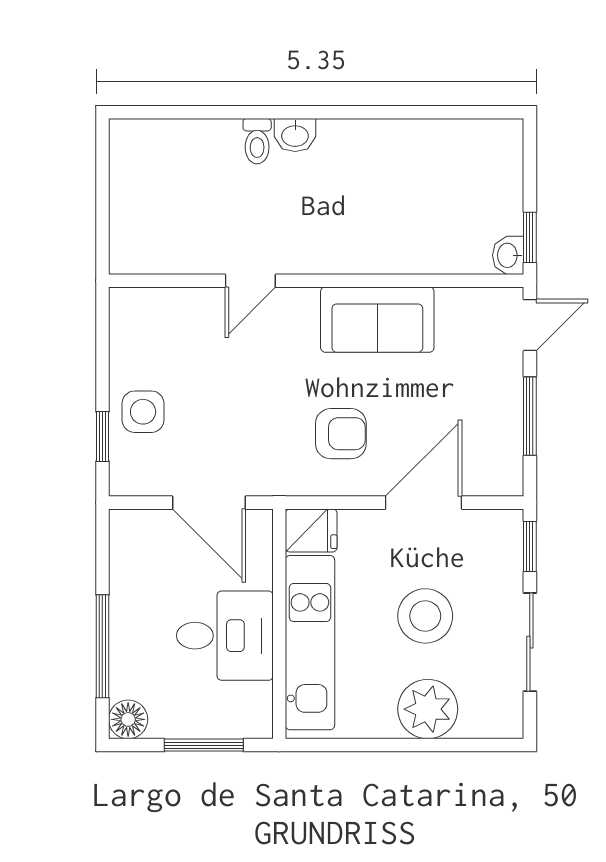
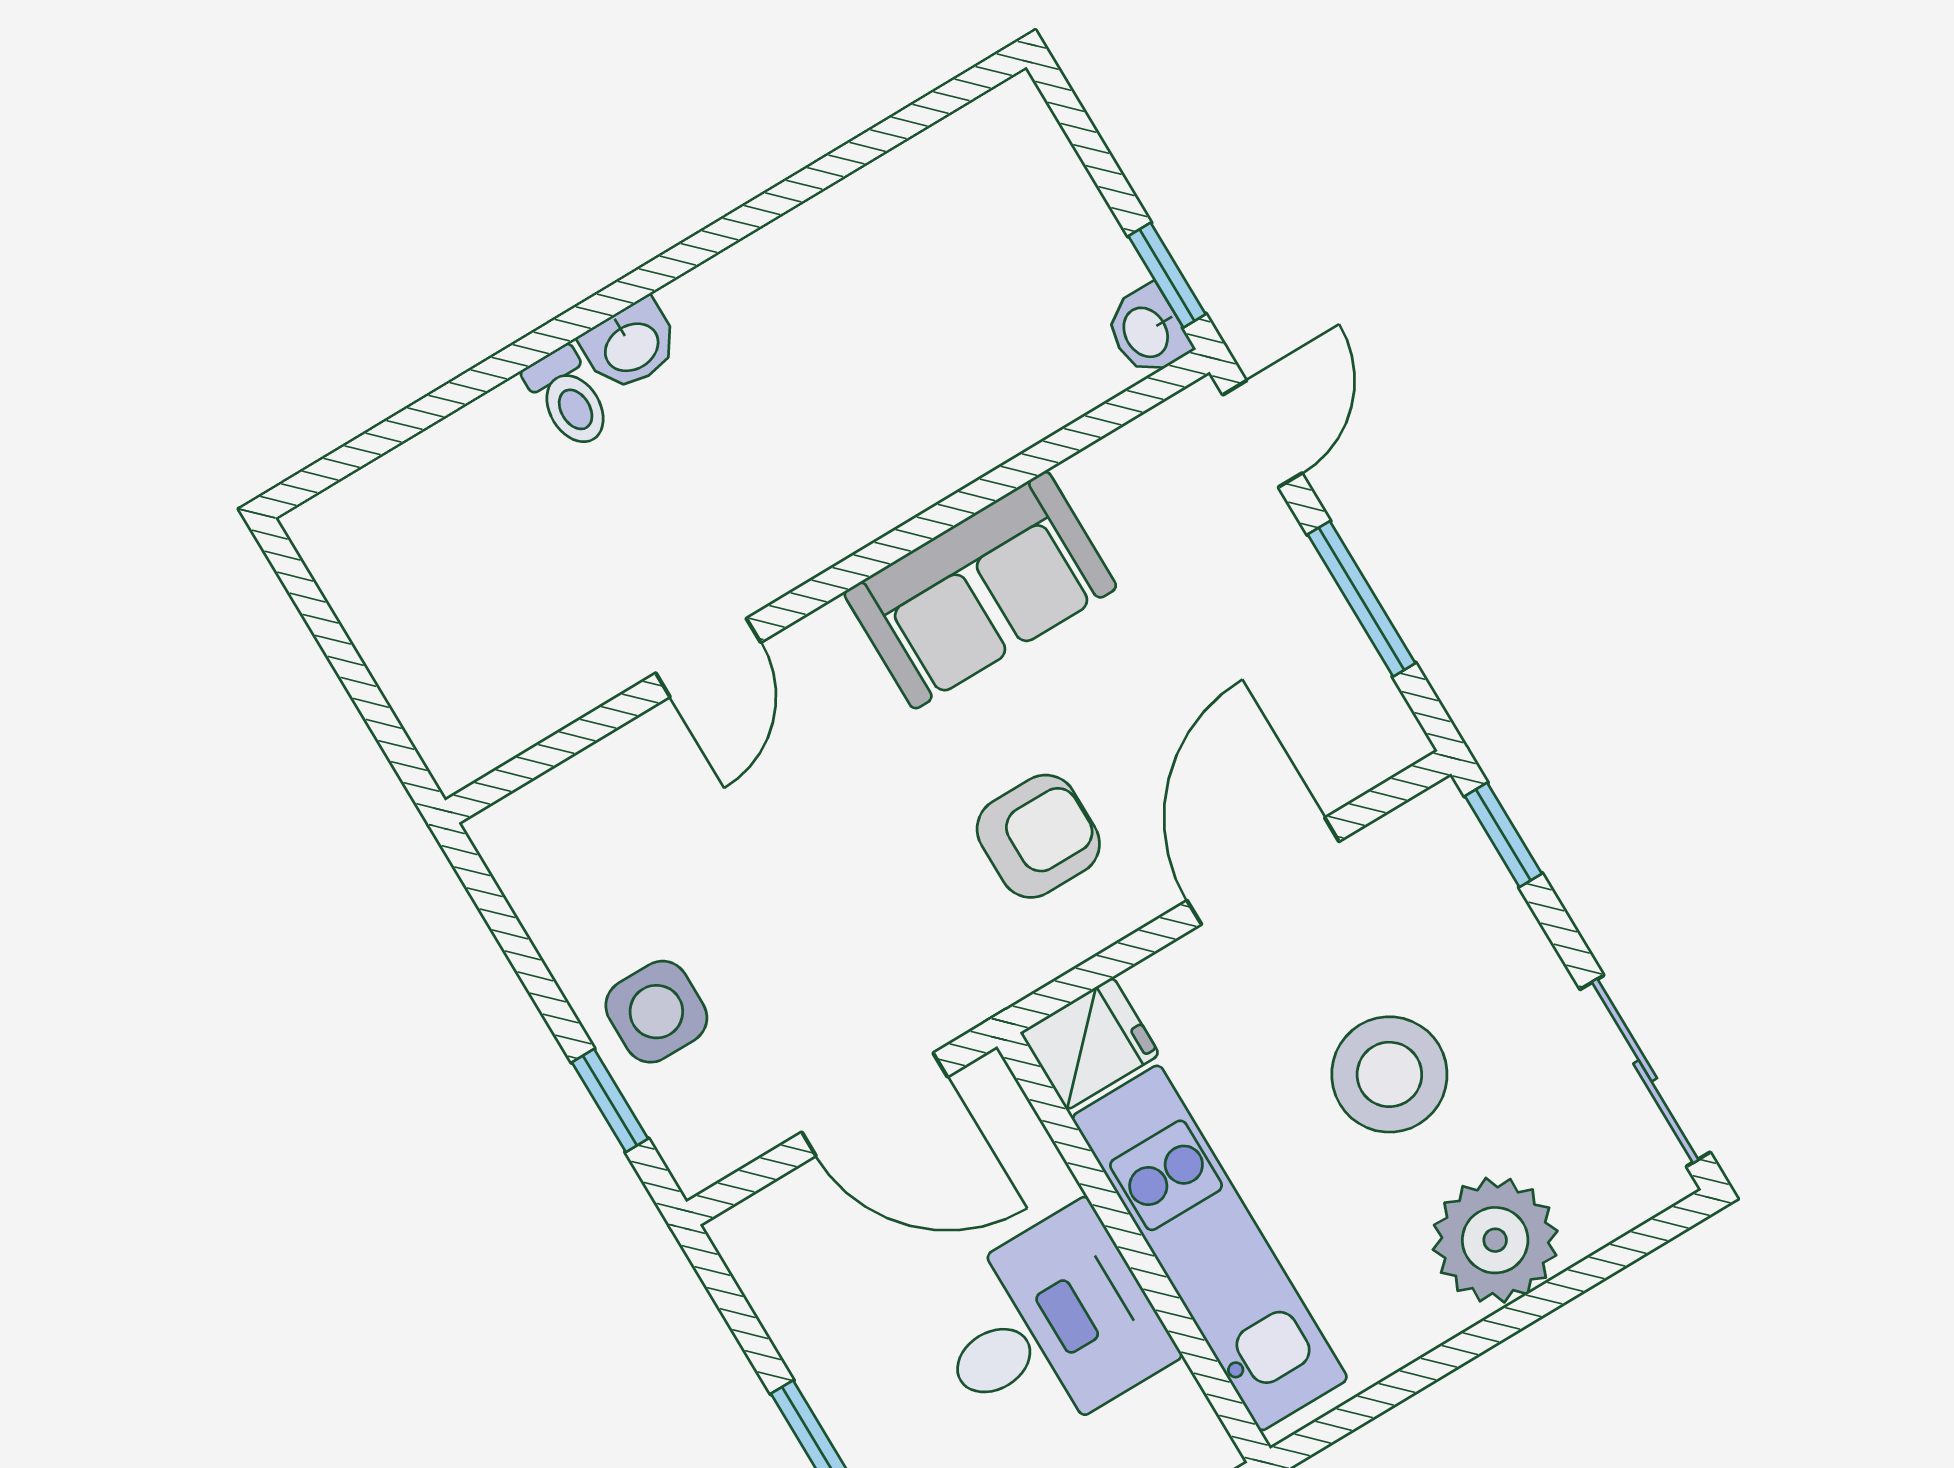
sliding door: (530, 642) -> (1645, 1071), moved

